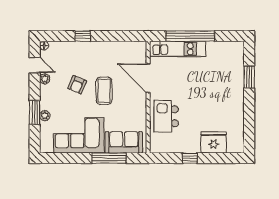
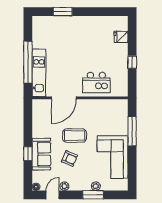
sofa: (124, 142) -> (41, 154), moved, turned 180
fridge: (214, 142) -> (121, 37), width x0.53, depth x0.75

